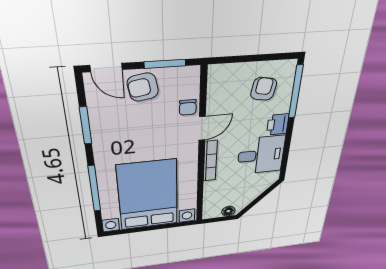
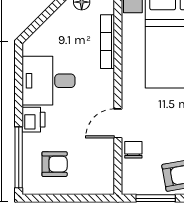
armchair: (264, 89) -> (55, 164), turned -100
bookcase: (210, 161) -> (107, 42), moved

